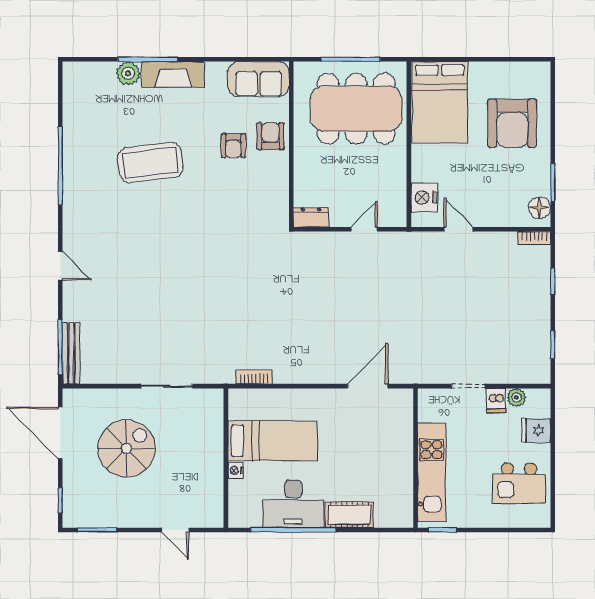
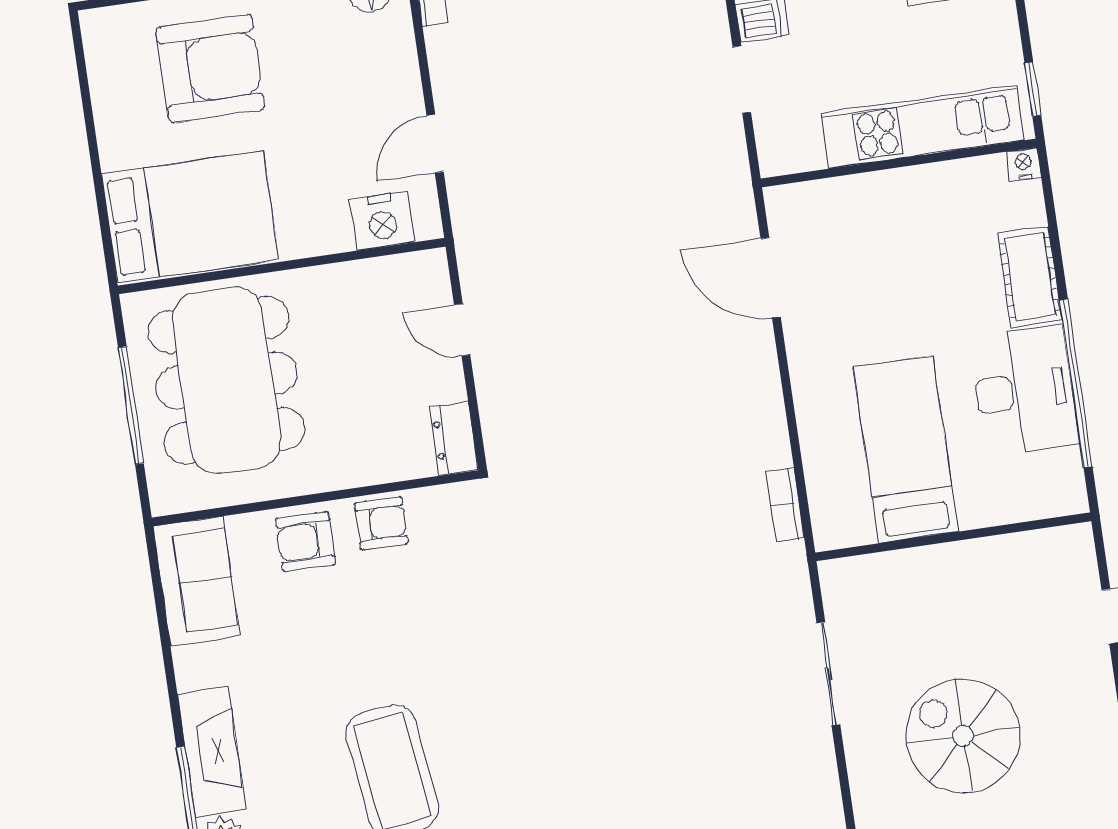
armchair: (233, 146) -> (381, 523), moved
nightstand: (236, 470) -> (1023, 164), moved, turned 180

